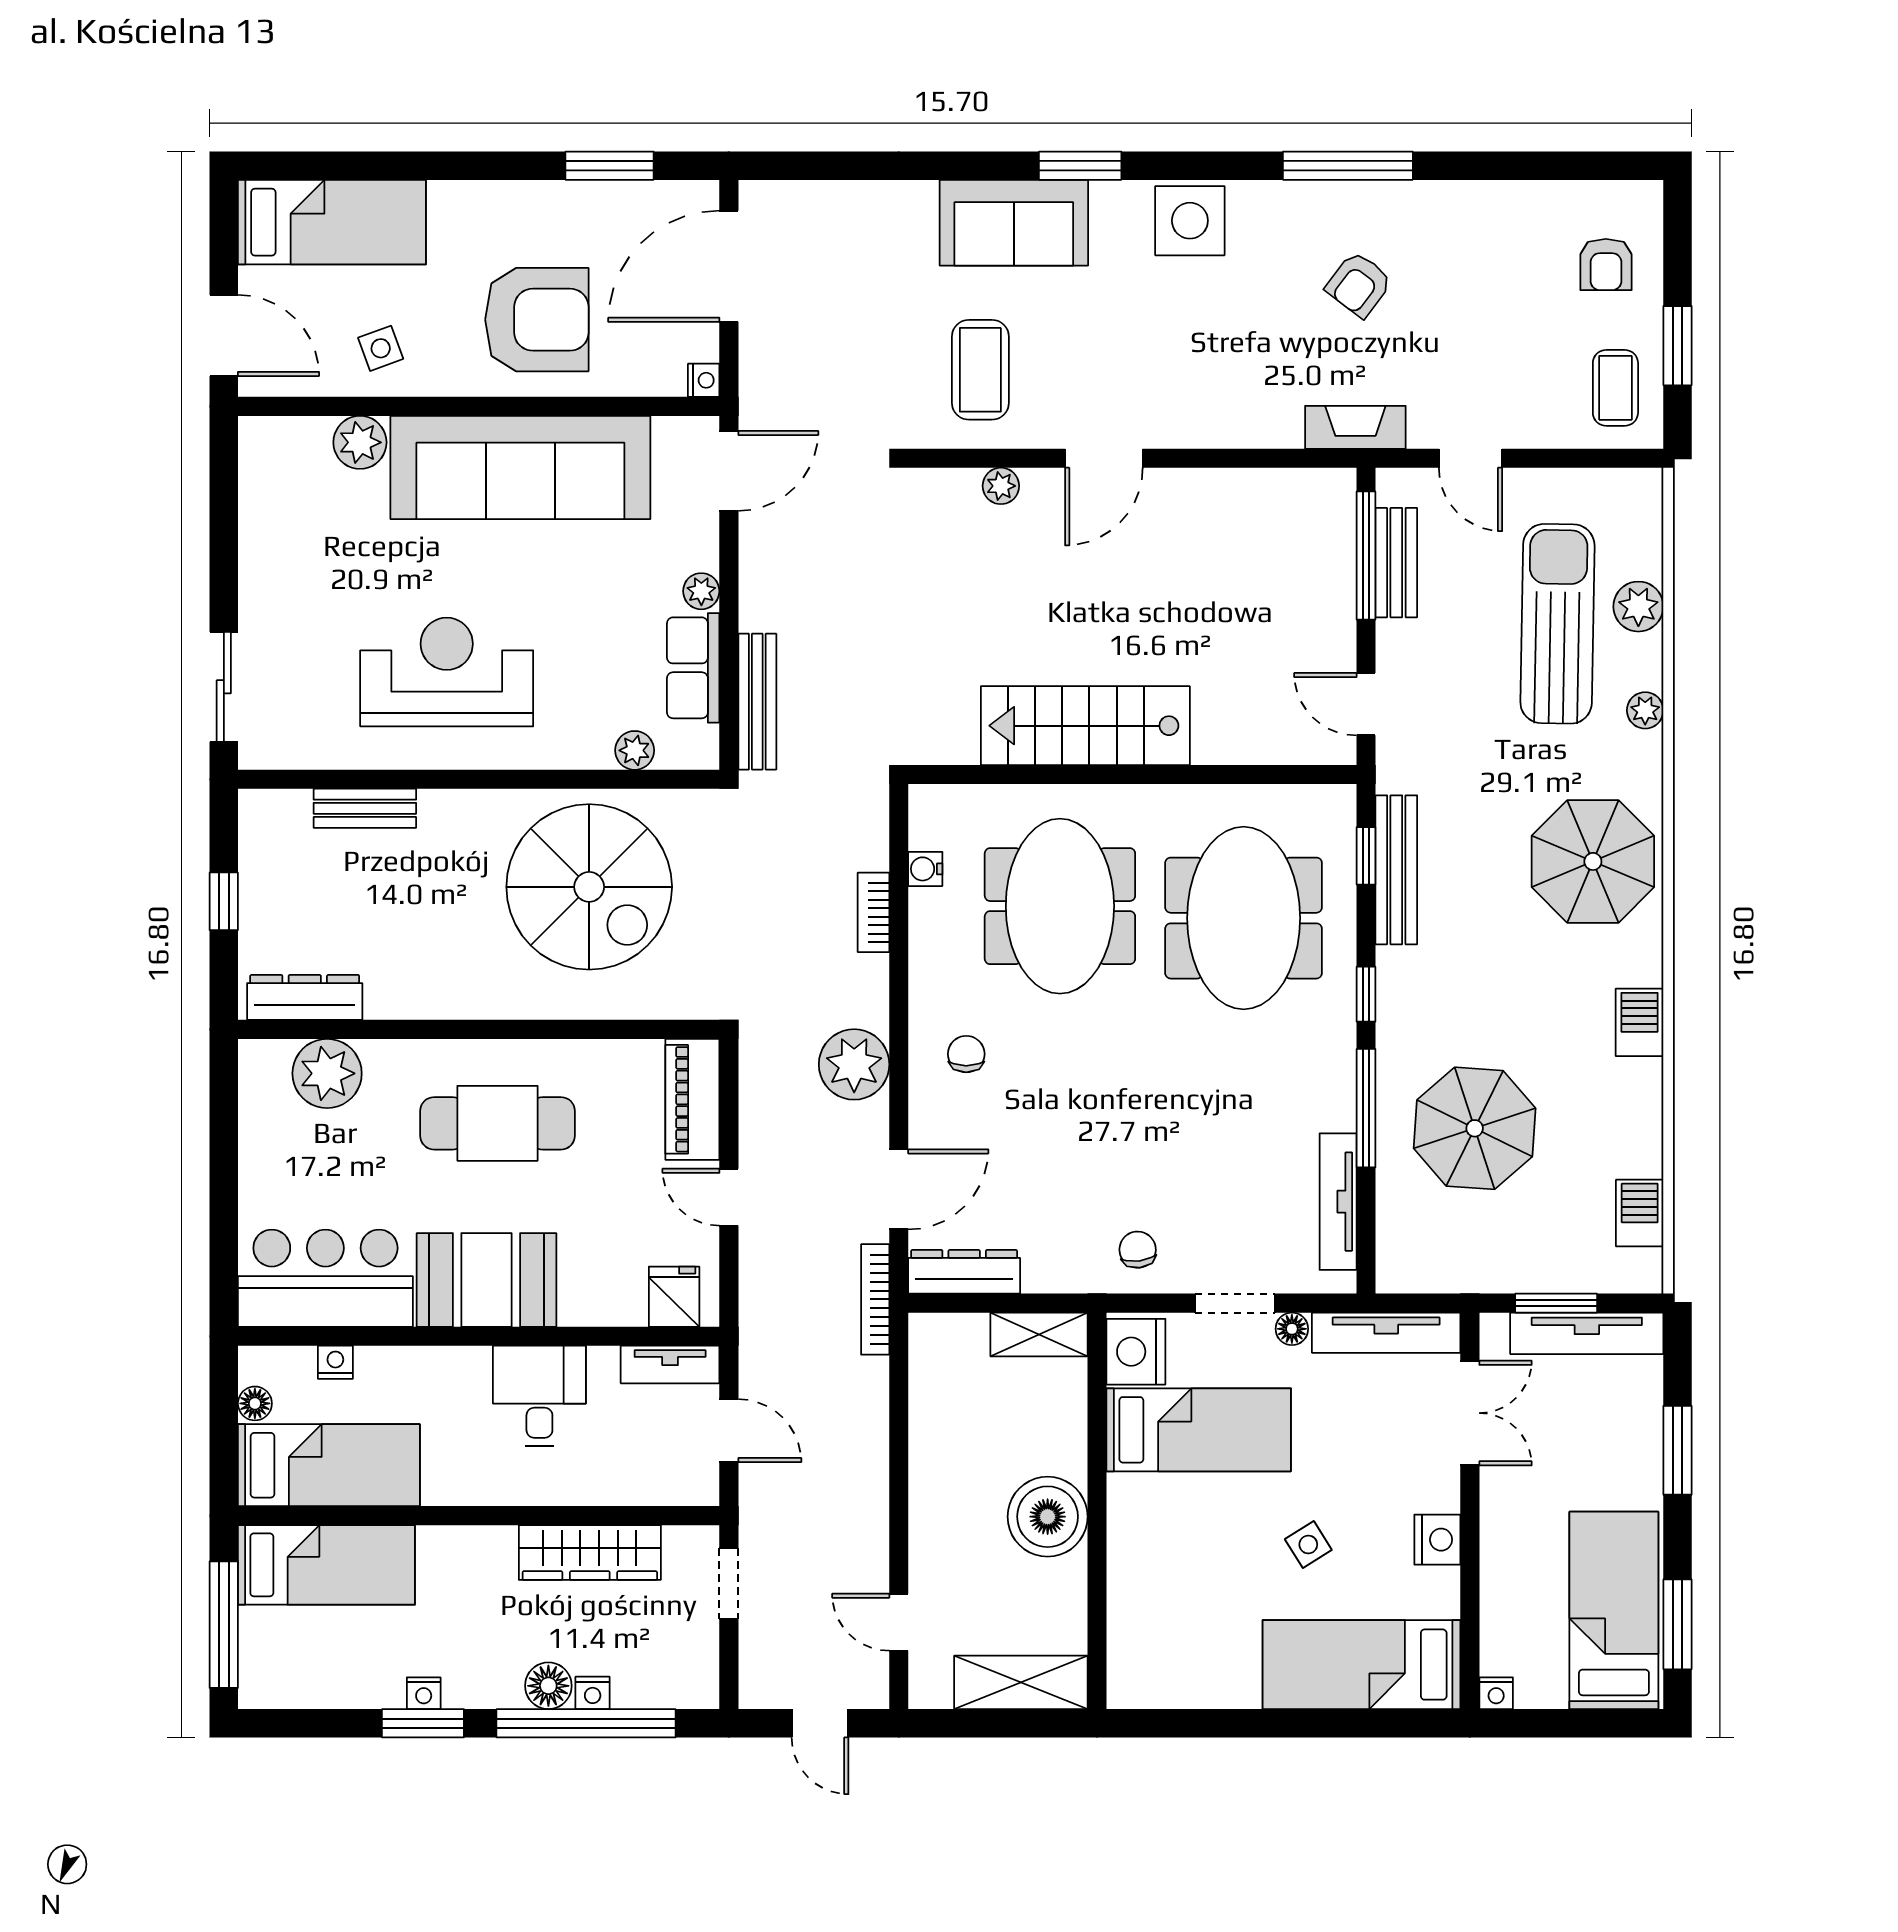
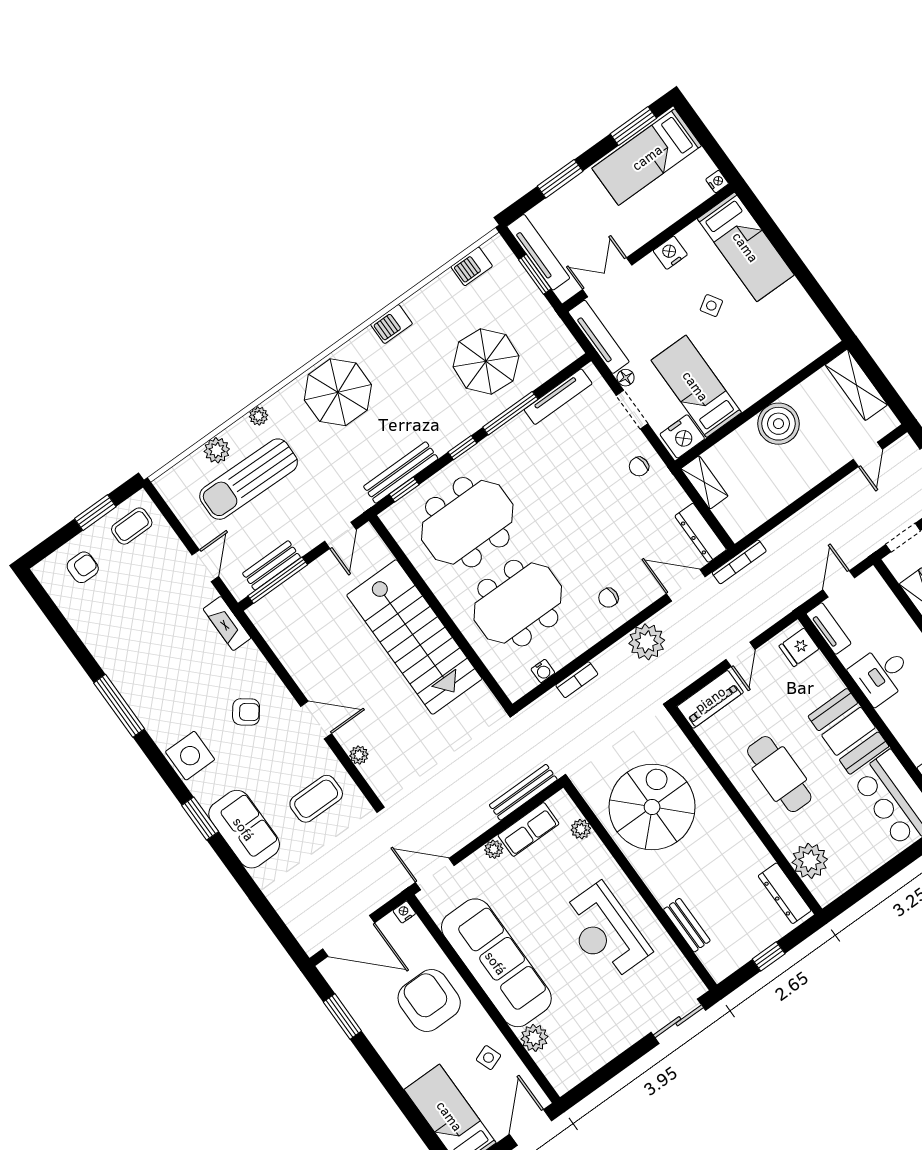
armchair: (1359, 284) -> (246, 712), moved
stairs: (1085, 726) -> (414, 637), width x1.36, depth x1.51

